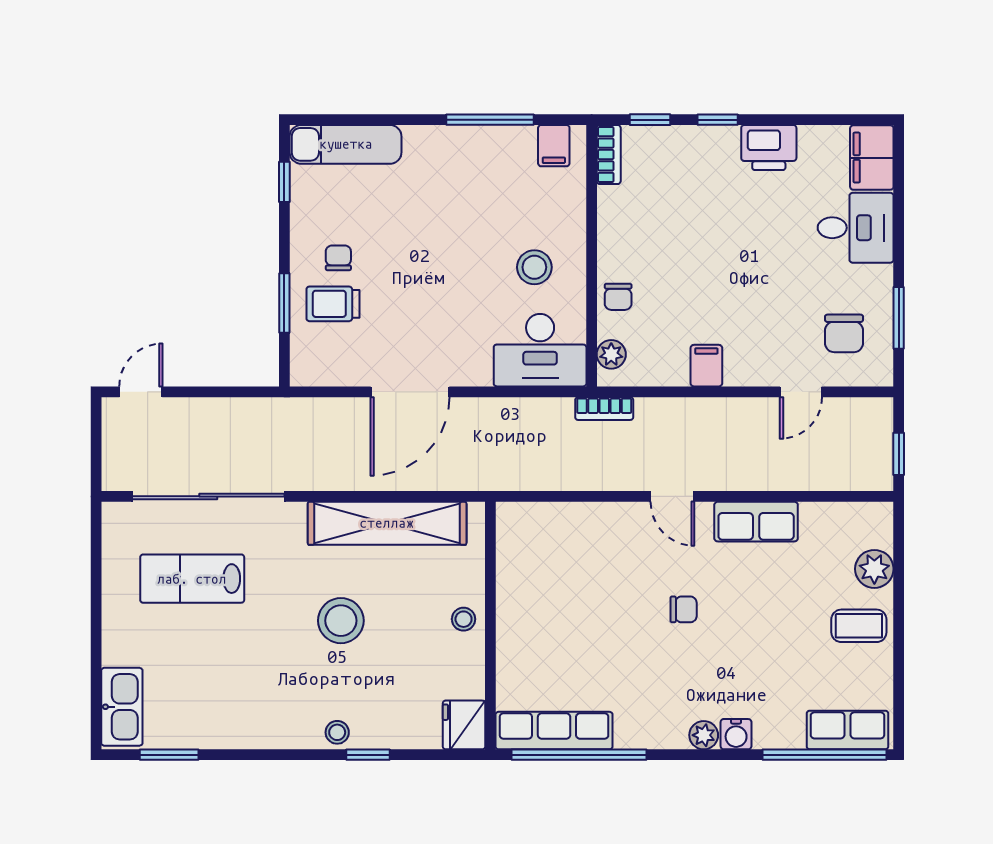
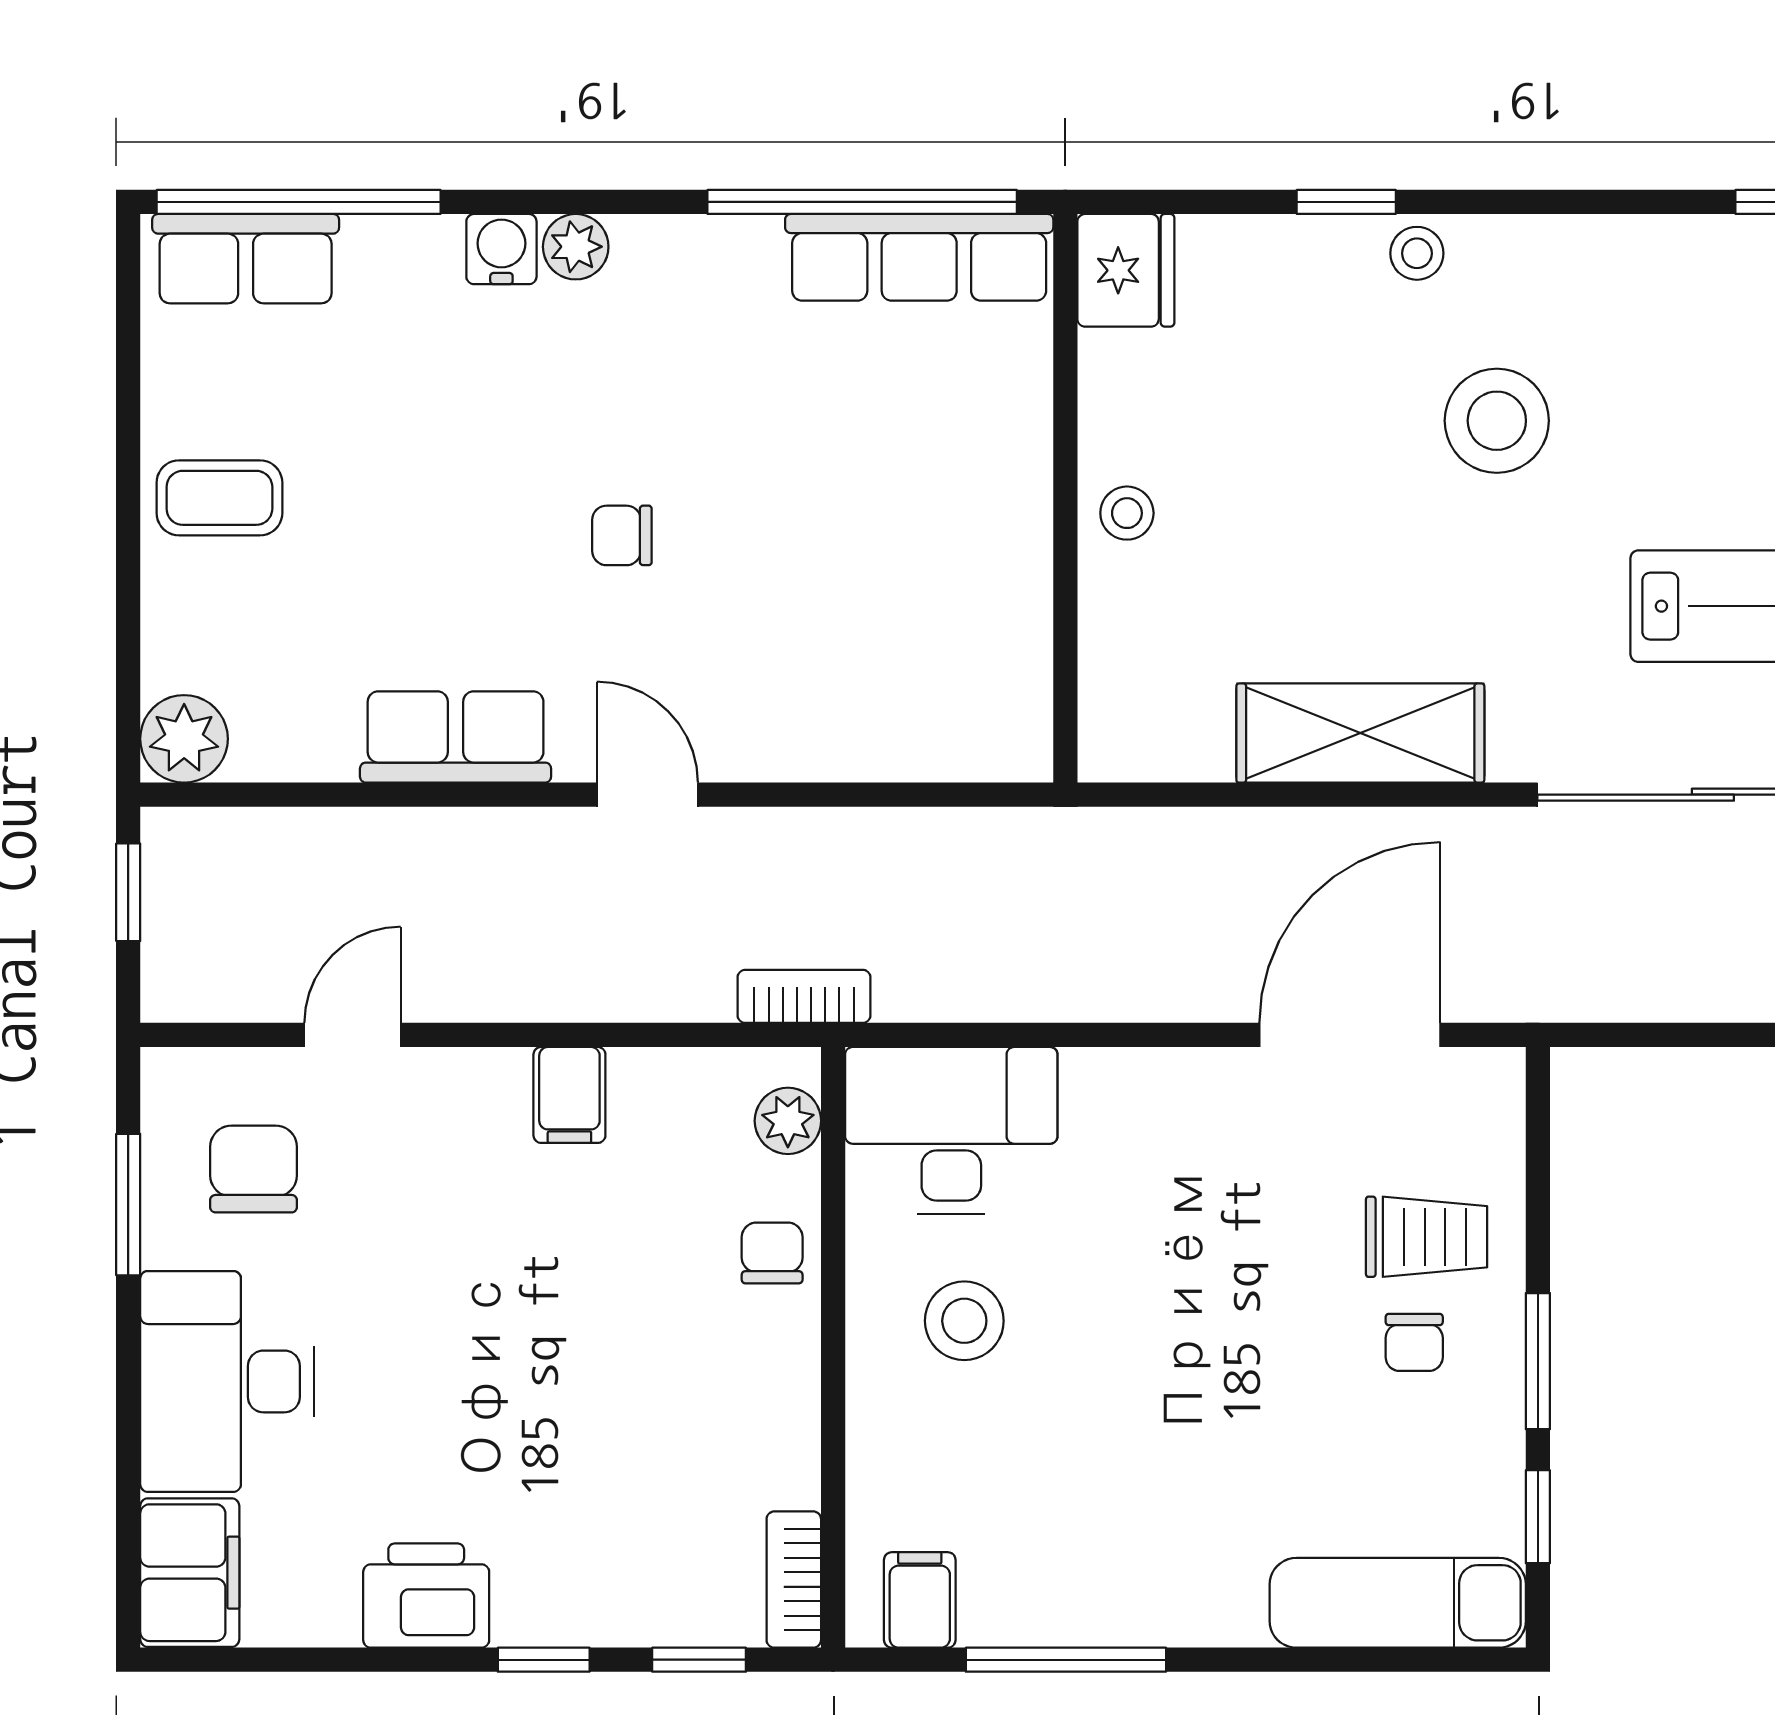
desk: (856, 228) -> (227, 1381), width x1.37
window: (284, 303) -> (1538, 1361), moved
door: (410, 392) -> (1350, 1035), moved
shelving: (387, 523) -> (1360, 733), width x0.68
plant: (874, 569) -> (184, 739), moved
stool: (341, 621) -> (1497, 421), moved

